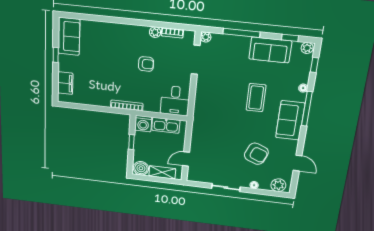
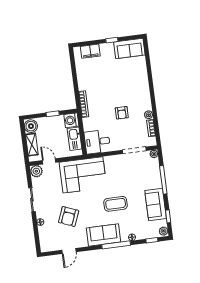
corner sofa: (211, 126) -> (83, 175), added
plant: (278, 185) -> (36, 171), moved

